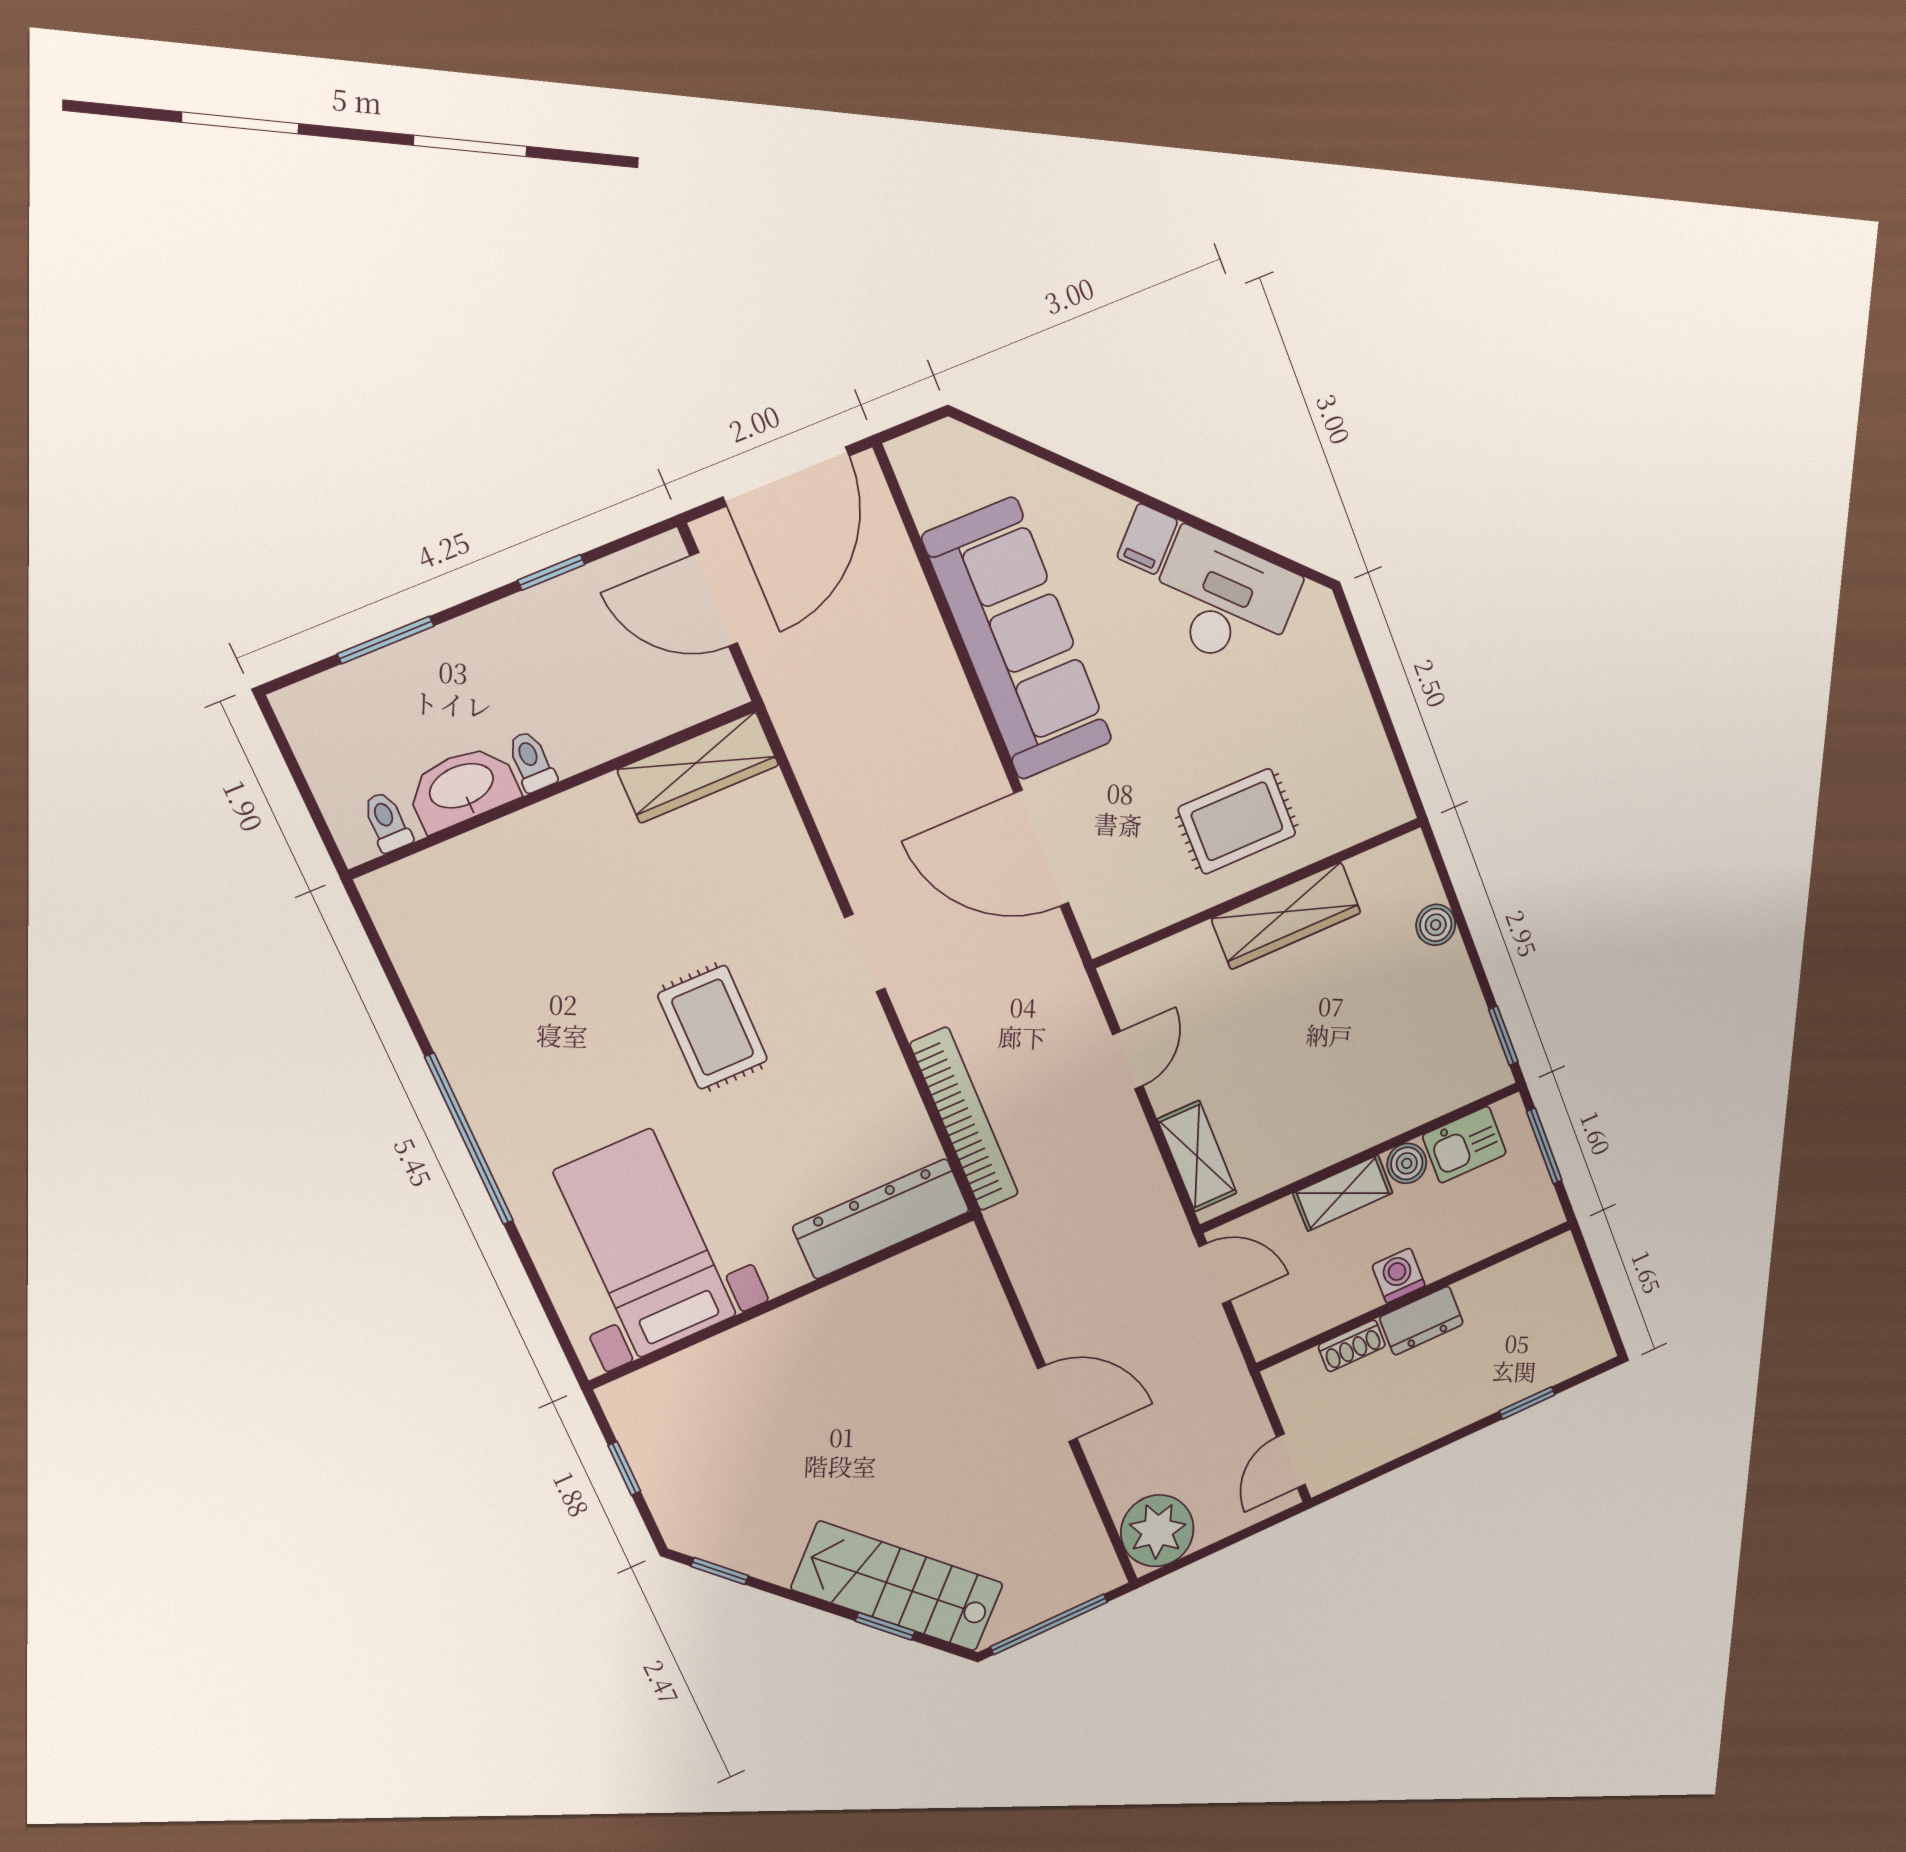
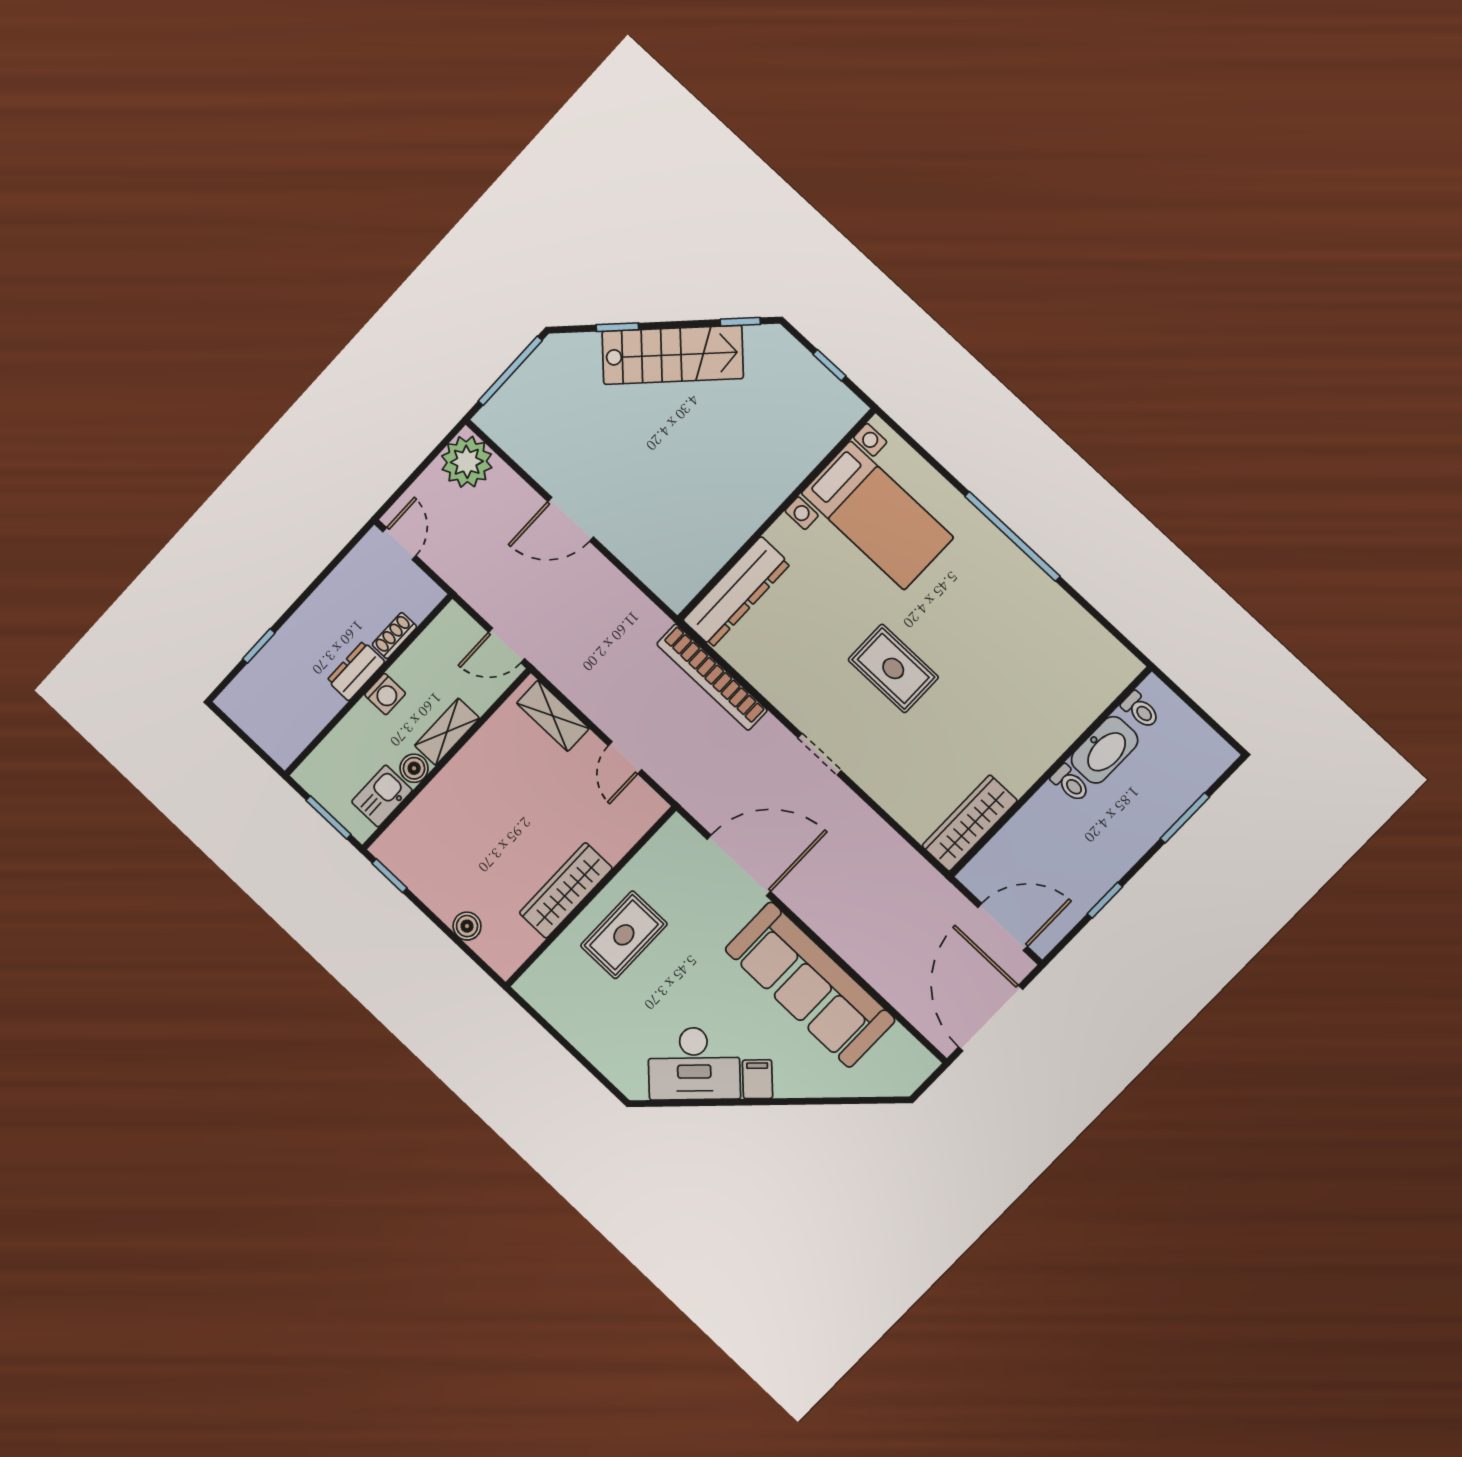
stairs: (897, 1586) -> (673, 355), moved

